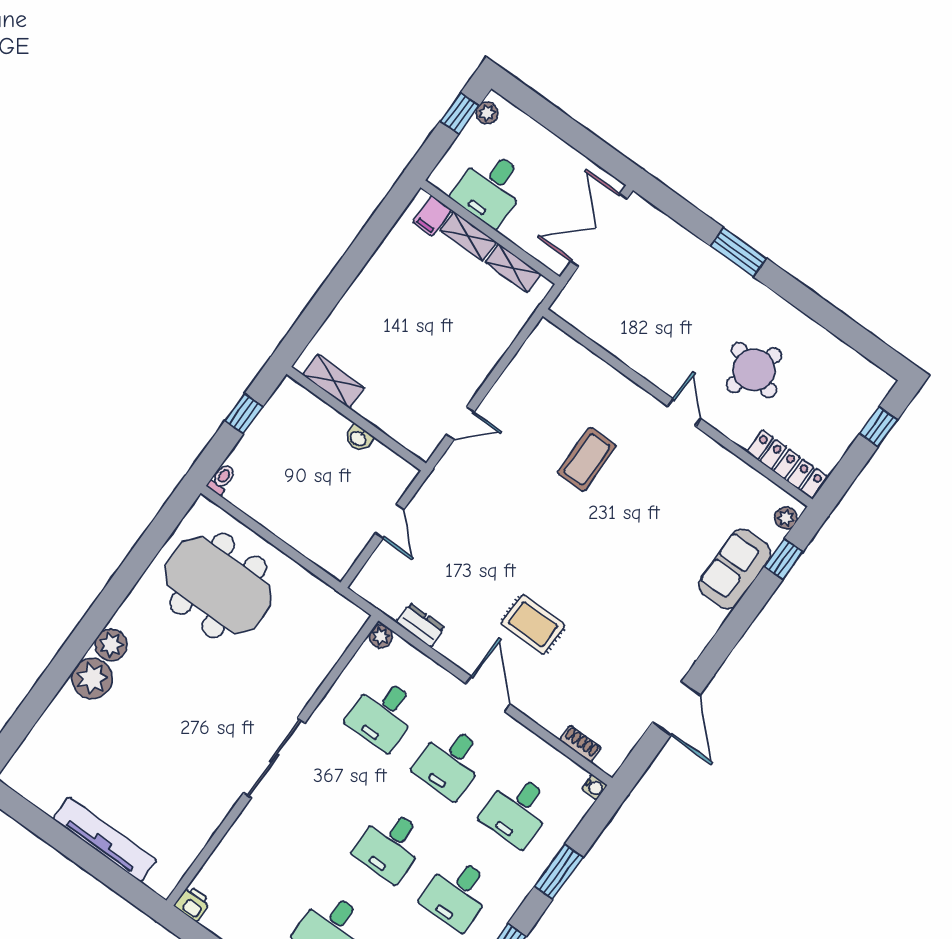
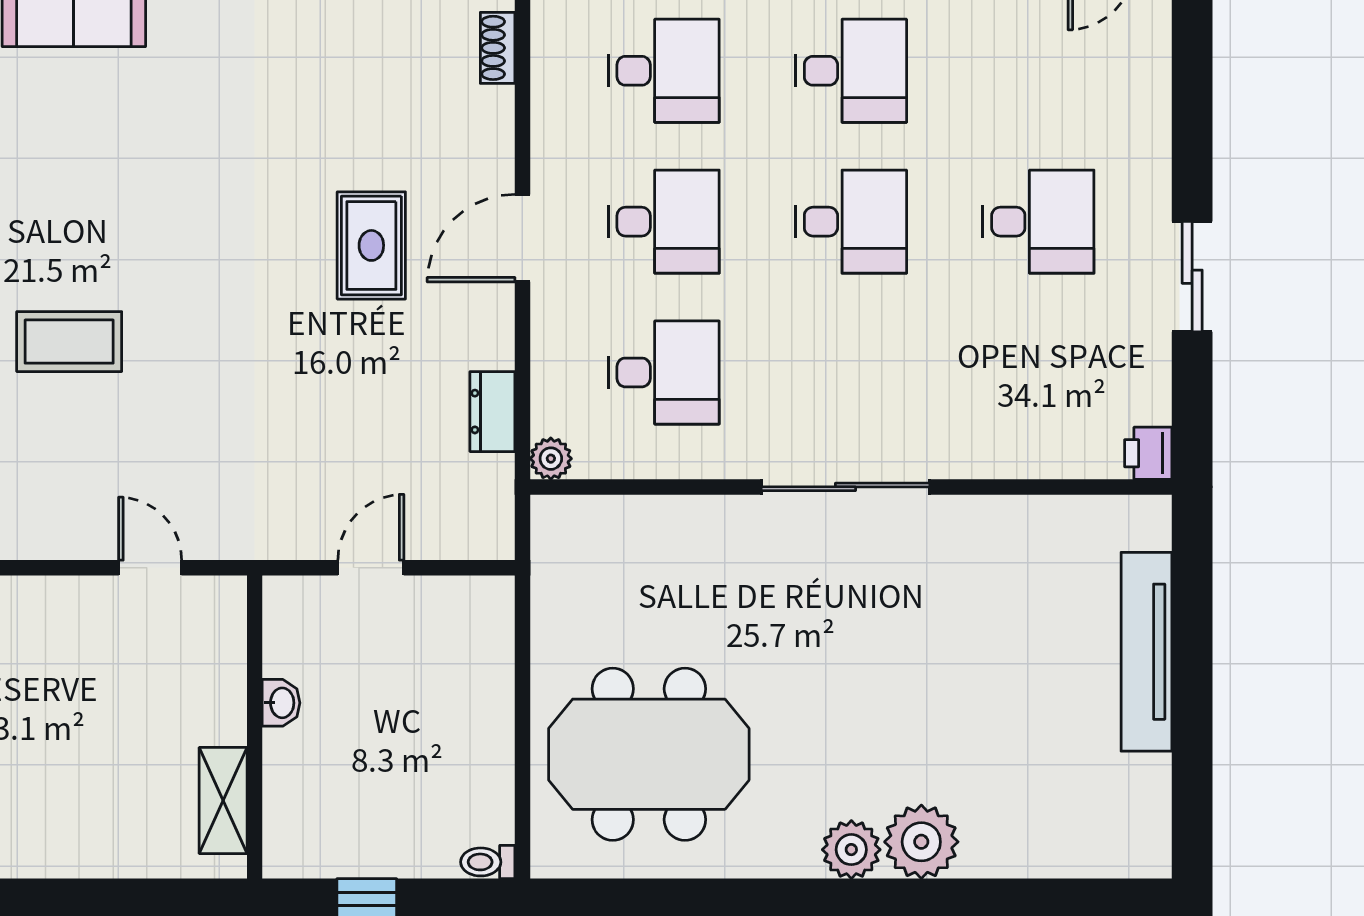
meeting table: (218, 585) -> (649, 754), turned 90

